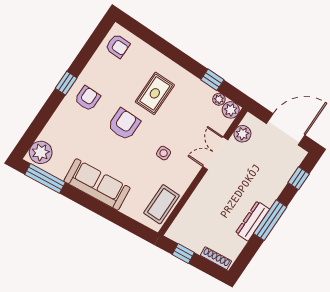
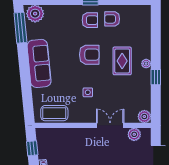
armchair: (118, 46) -> (112, 19), moved, turned 90
window: (212, 80) -> (156, 77), moved
rug: (155, 93) -> (122, 61), turned 90
plant: (219, 99) -> (146, 64), moved

